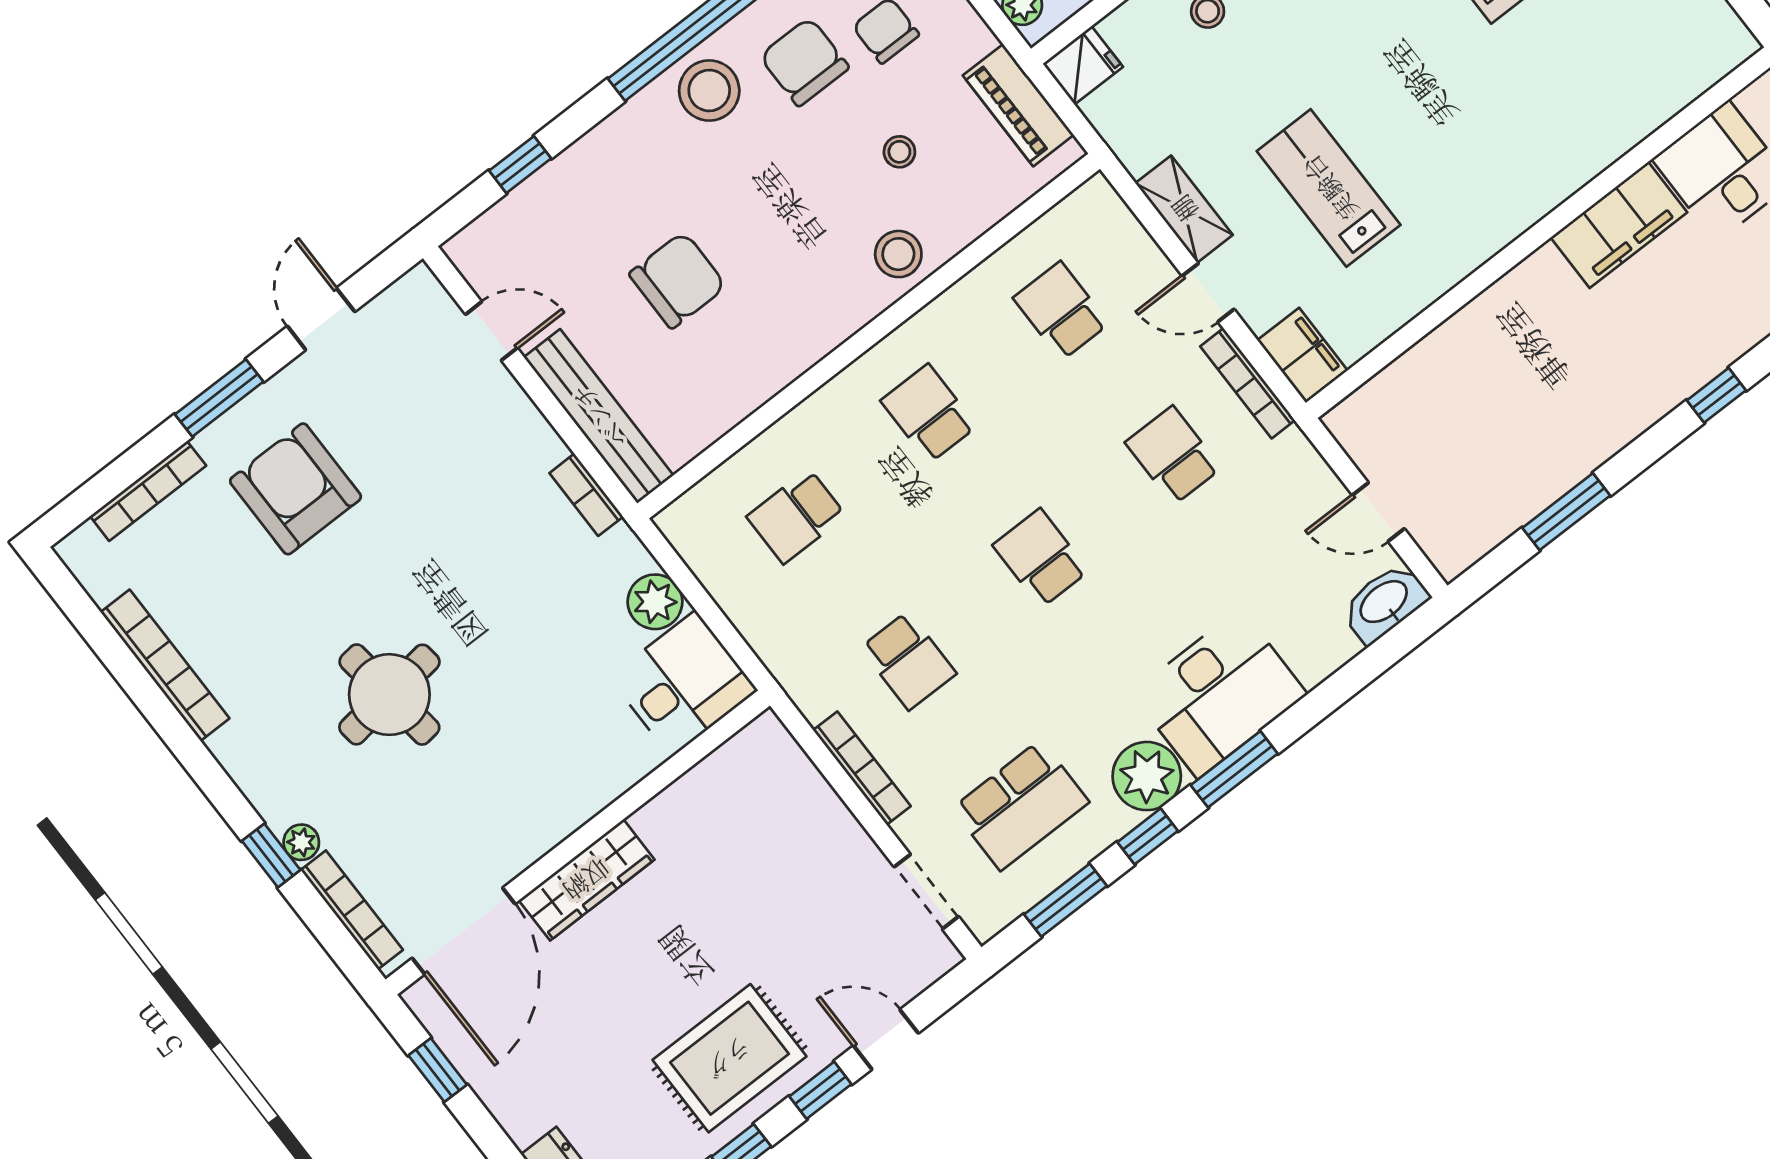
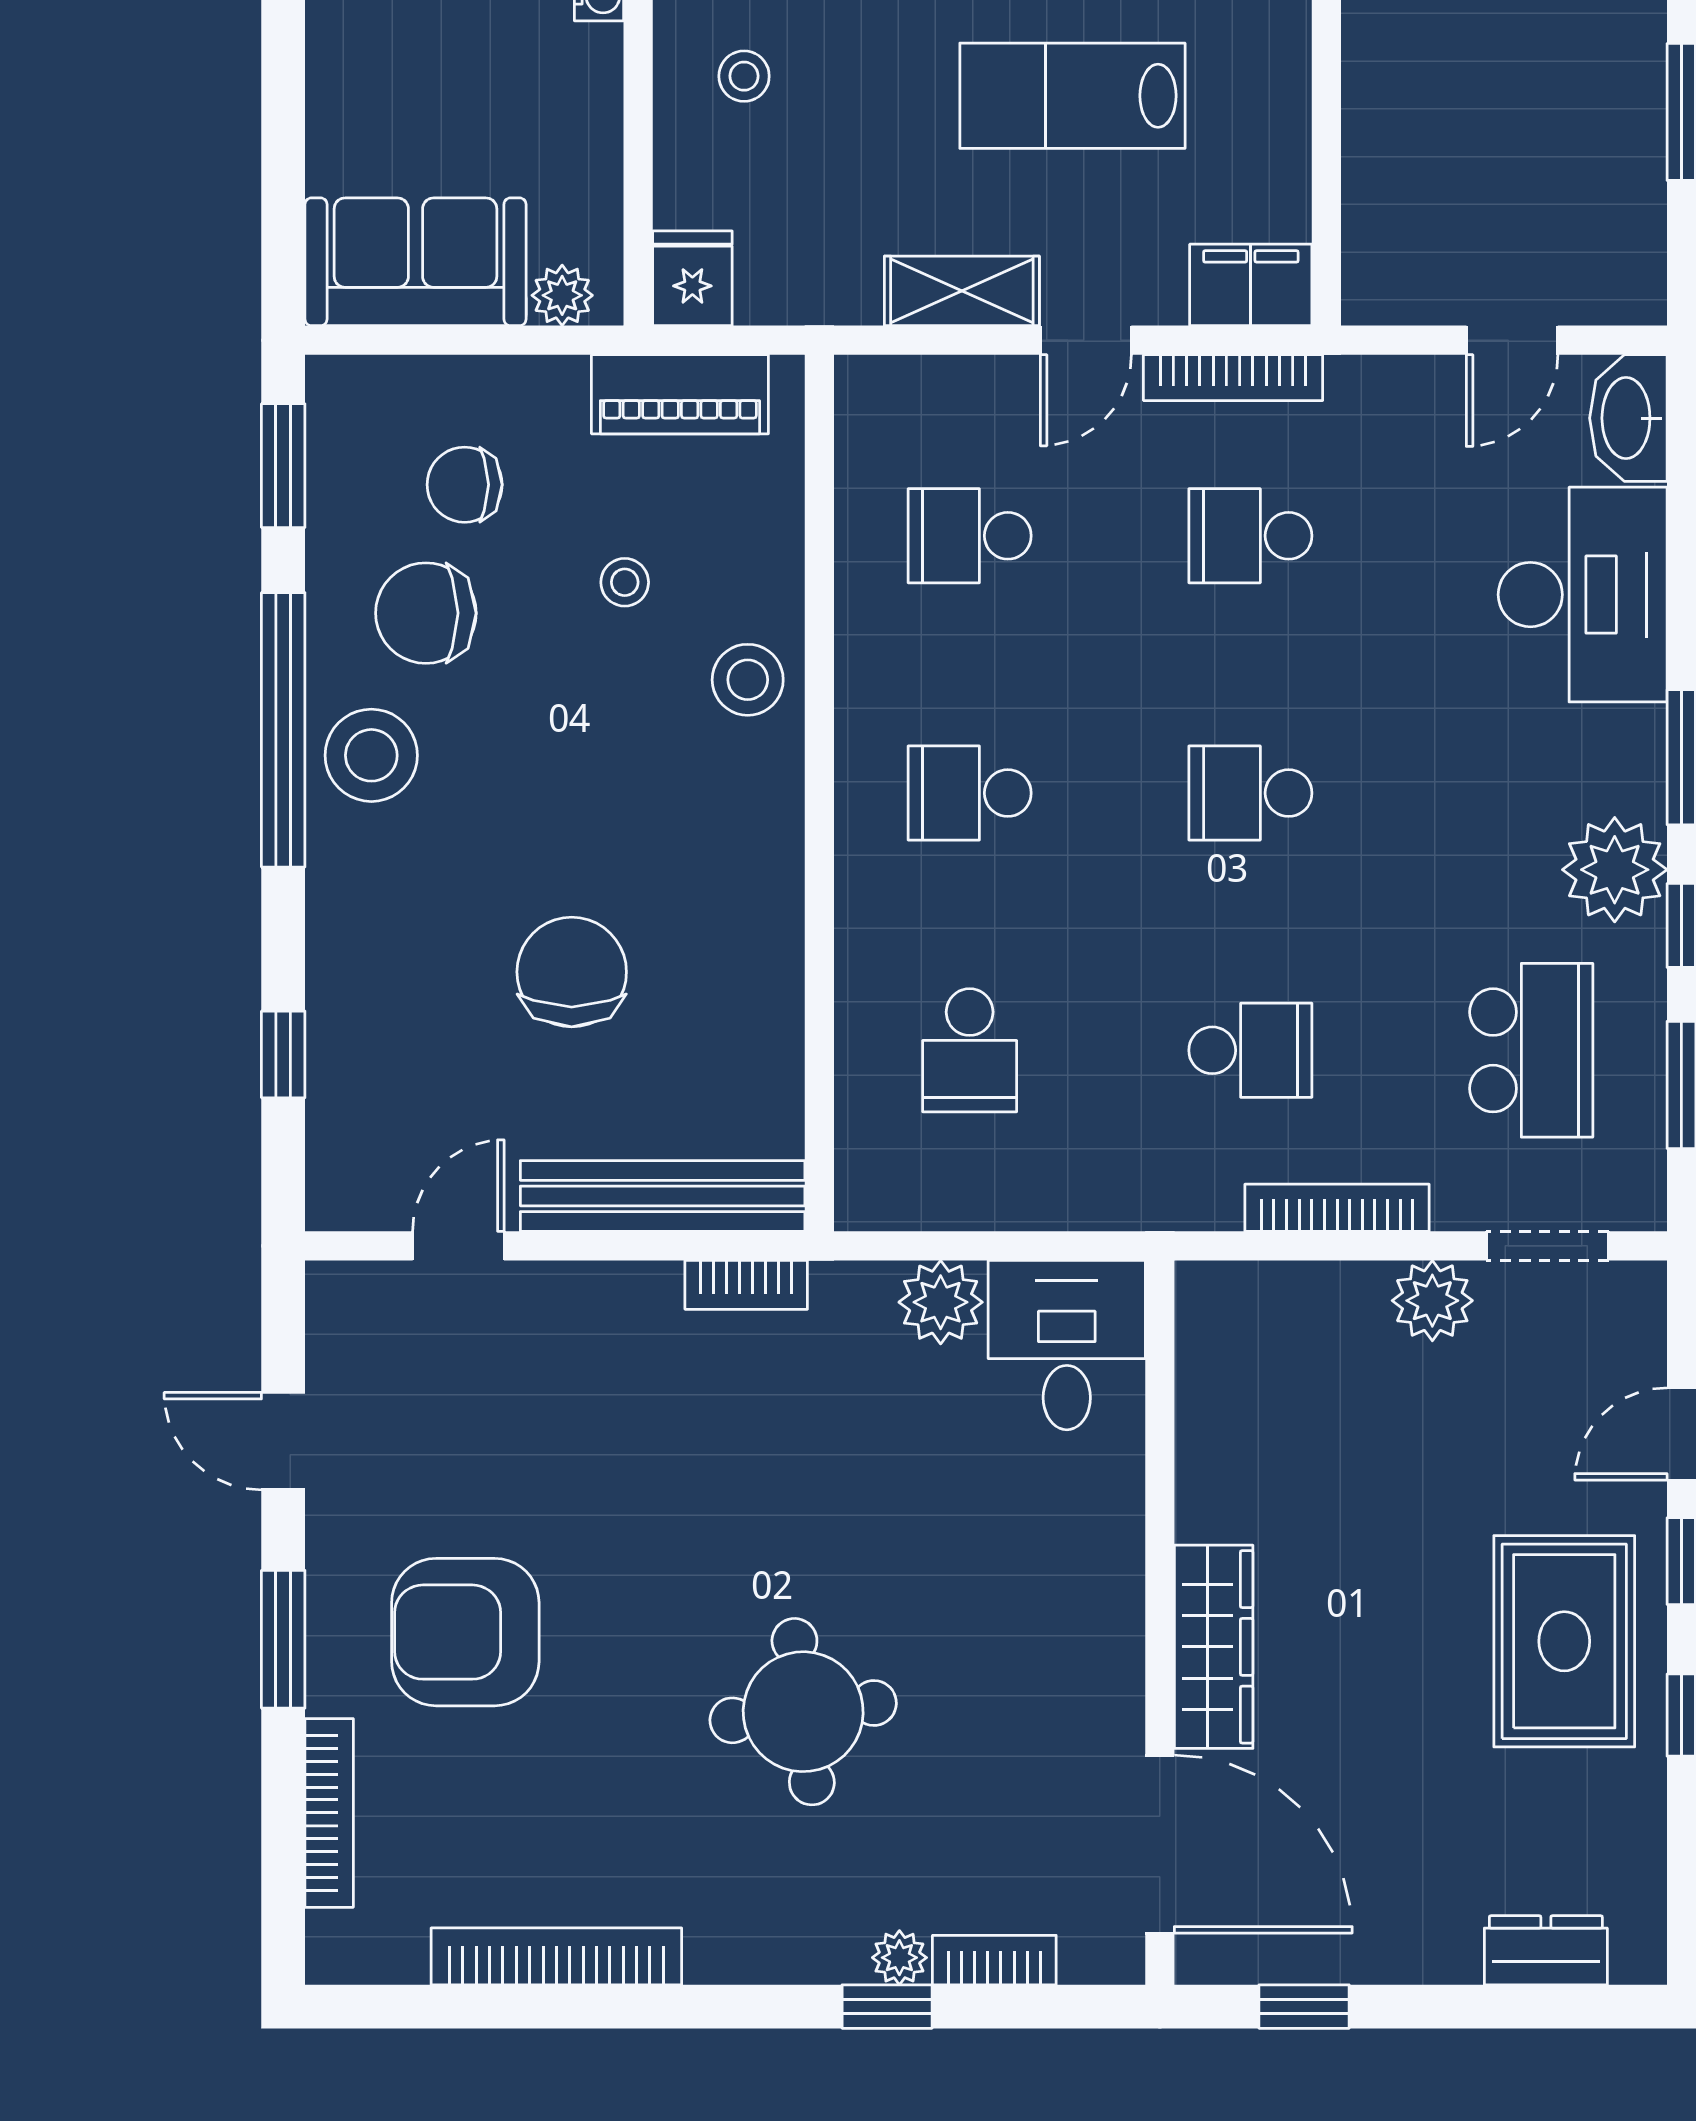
desk: (1219, 693) -> (1583, 595), moved
plant: (852, 854) -> (1432, 1301), added
bookcase: (352, 910) -> (994, 1960), width x0.64

